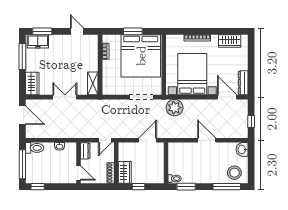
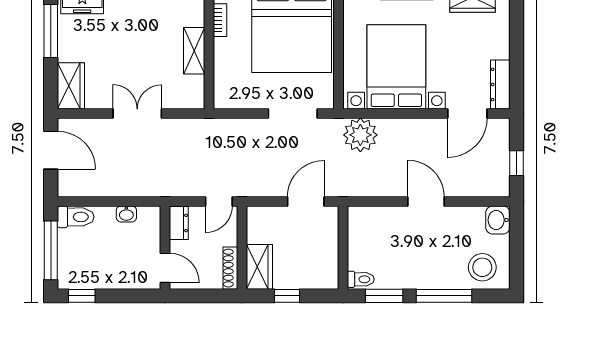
shelving: (93, 83) -> (194, 51), moved
door: (227, 97) -> (467, 114), swing flipped
window: (227, 187) -> (444, 296), moved

